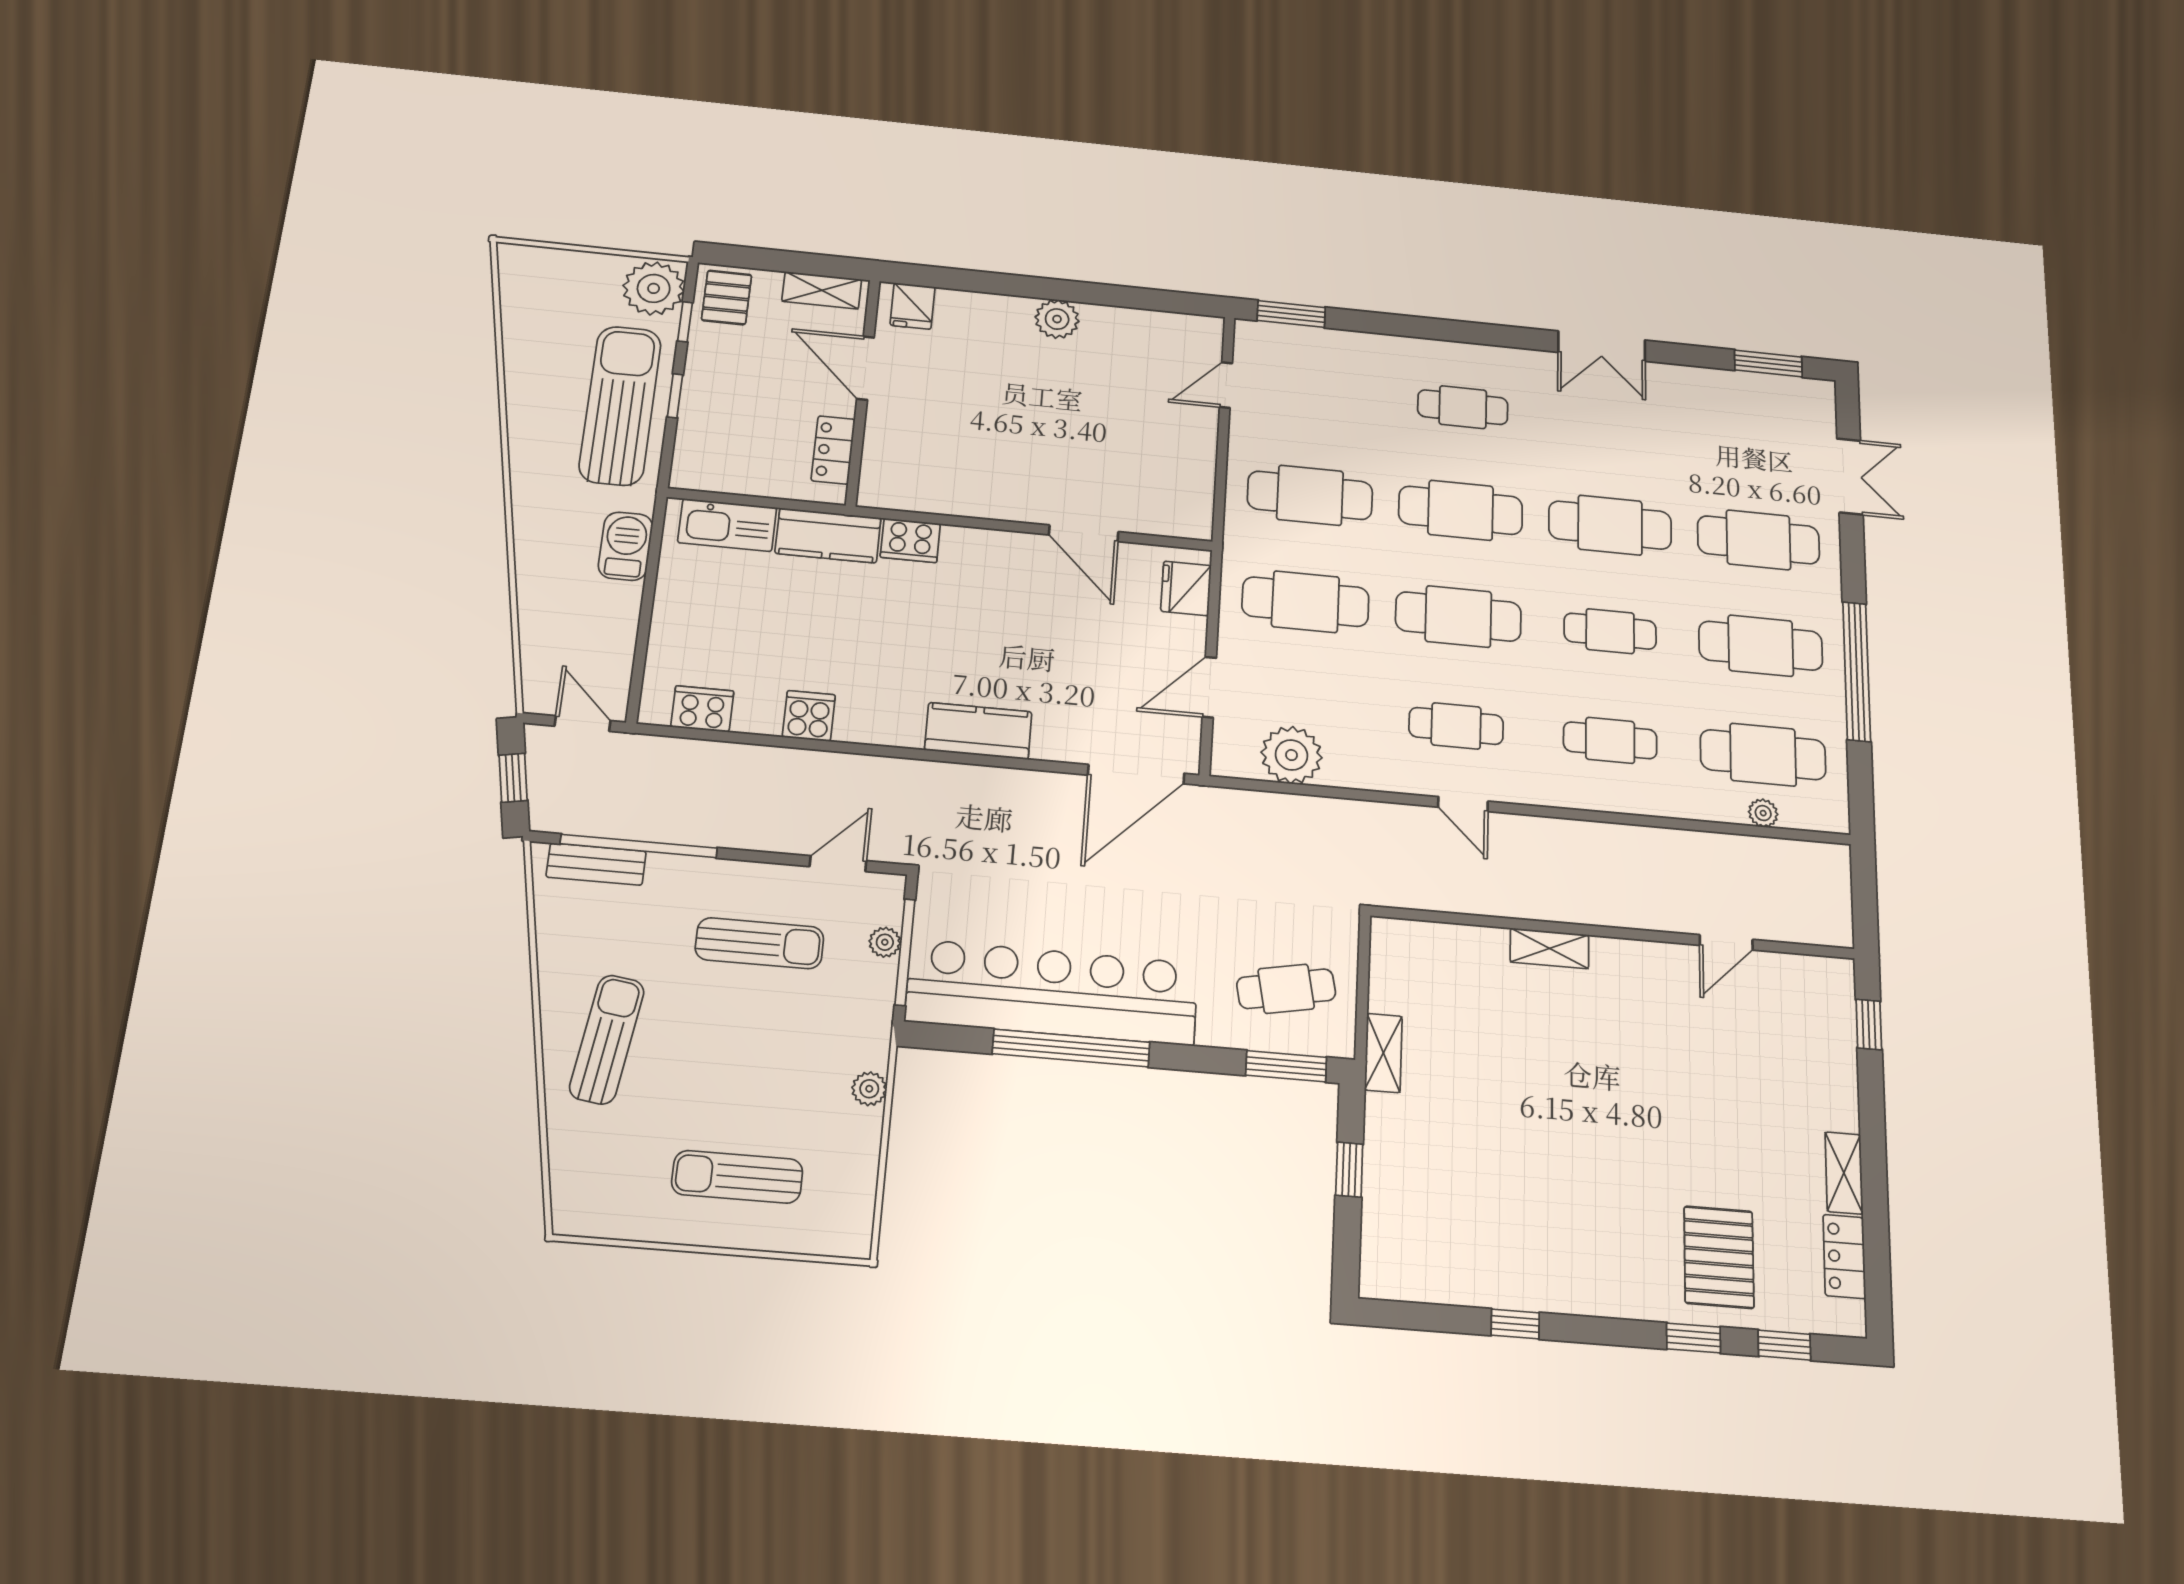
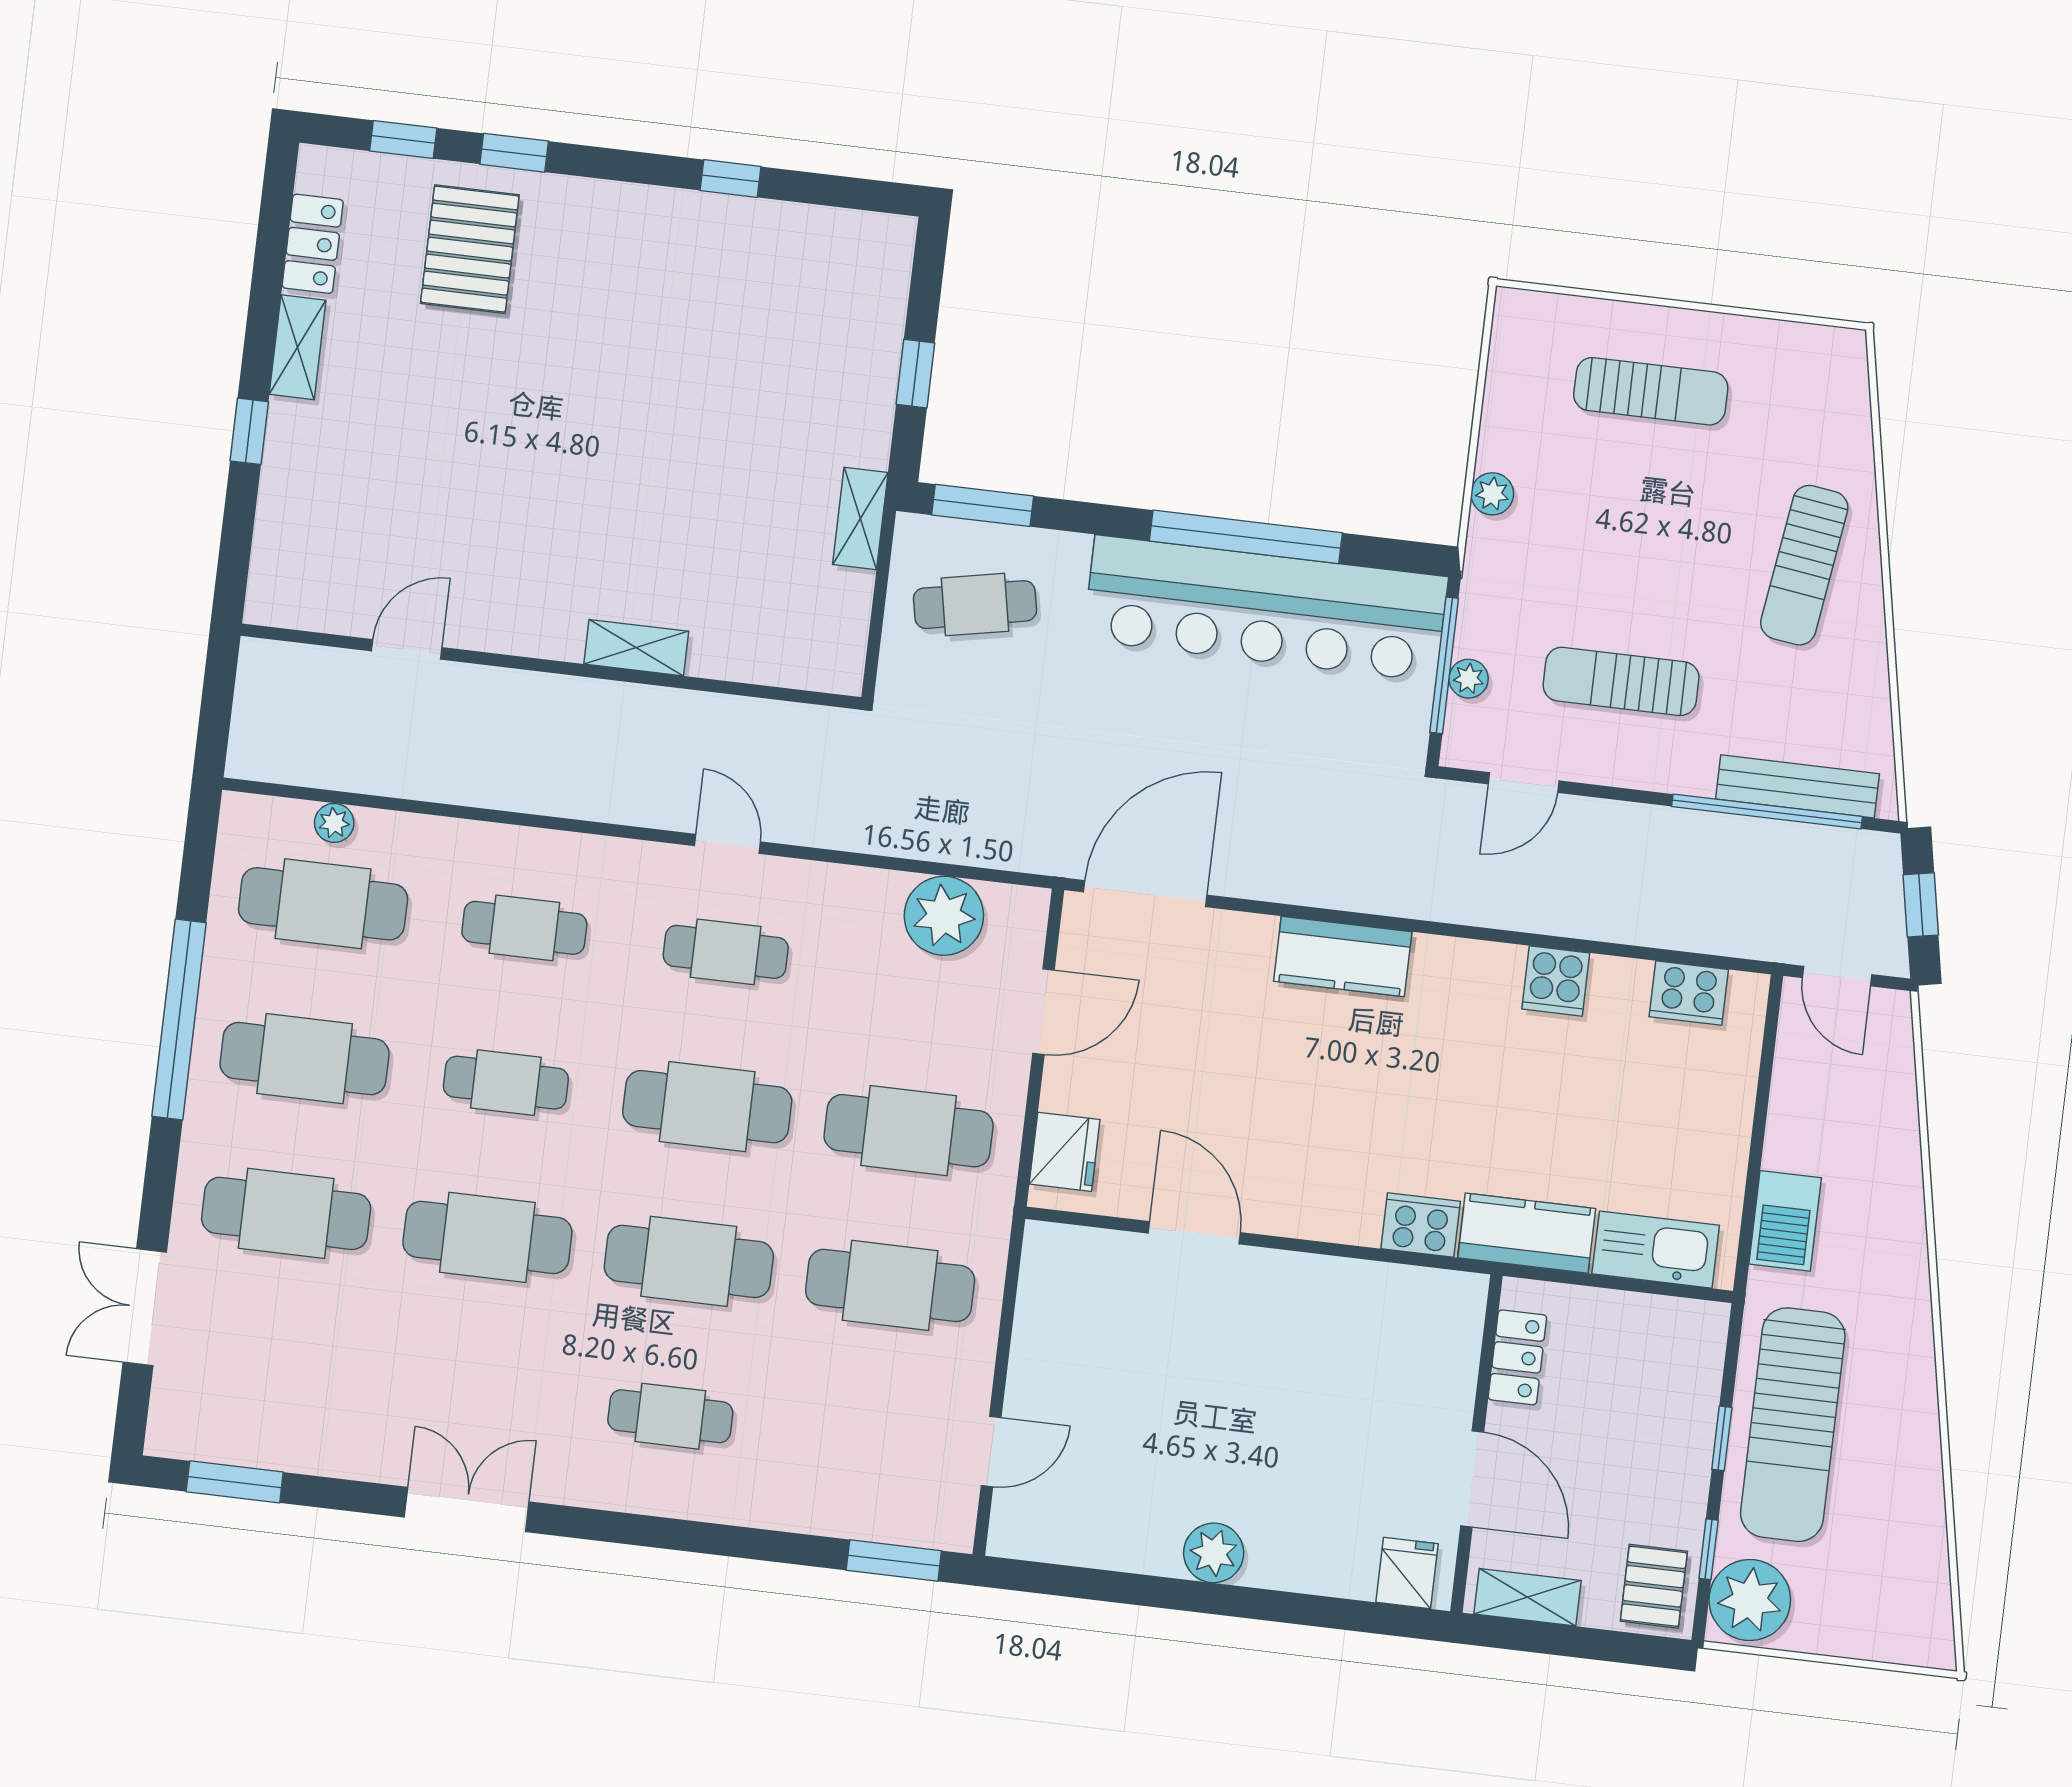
bench: (596, 864) -> (1798, 786), width x1.36
window: (1869, 1025) -> (249, 431), moved

